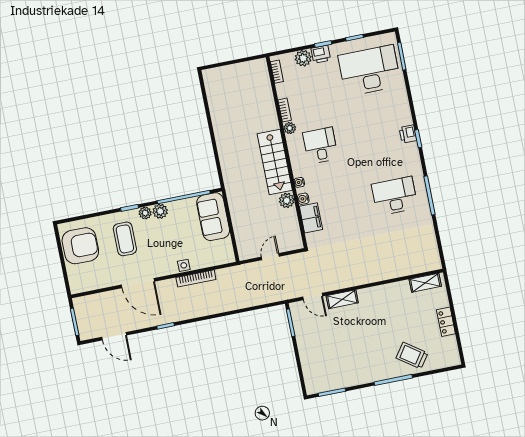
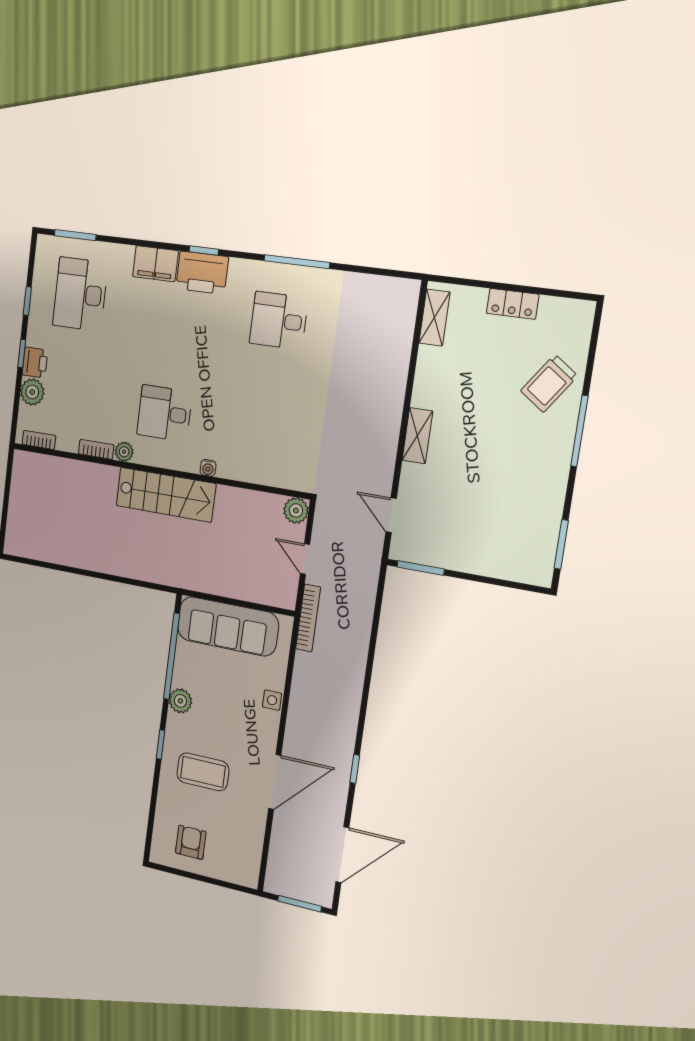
desk: (370, 71) -> (80, 294), width x0.73, depth x0.77
printer: (408, 134) -> (202, 273), width x1.87, depth x1.48
desk: (395, 196) -> (279, 321), width x0.73
water cooler: (303, 199) -> (234, 471), removed
plant: (287, 200) -> (296, 510), moved
plant: (145, 213) -> (176, 725), removed
sofa: (213, 217) -> (228, 626), width x1.36
filing cabinet: (311, 218) -> (155, 264), moved, turned 180
armchair: (80, 246) -> (191, 842), width x0.53, depth x0.53
bookcase: (196, 278) -> (308, 618), moved
door: (313, 296) -> (391, 515), swing flipped
shelving: (342, 299) -> (417, 436), moved
door: (114, 336) -> (342, 855), width x1.36

